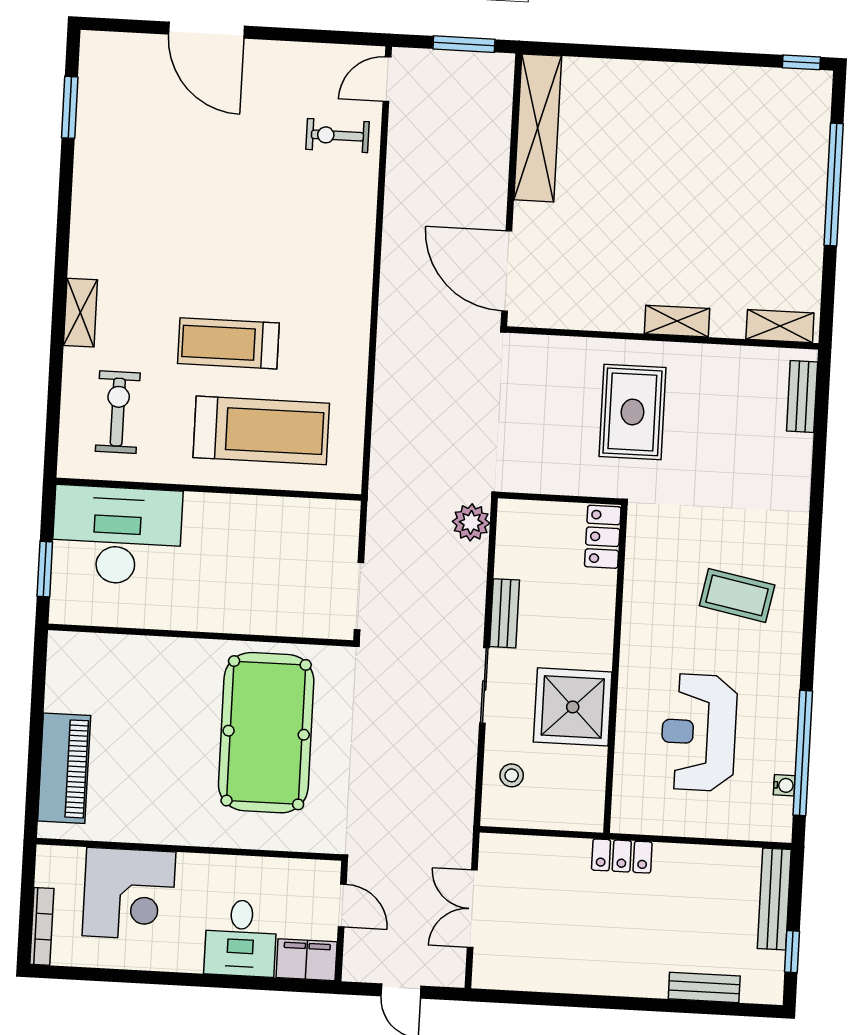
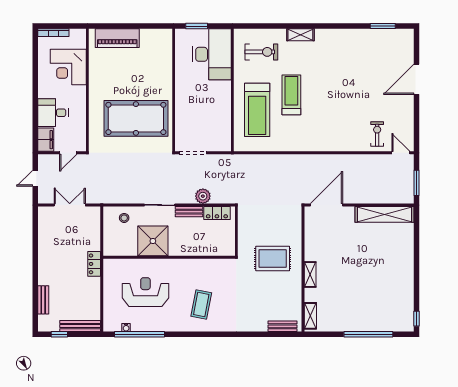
plant: (471, 522) -> (203, 196), moved
locker: (603, 537) -> (217, 213), moved, turned 180

